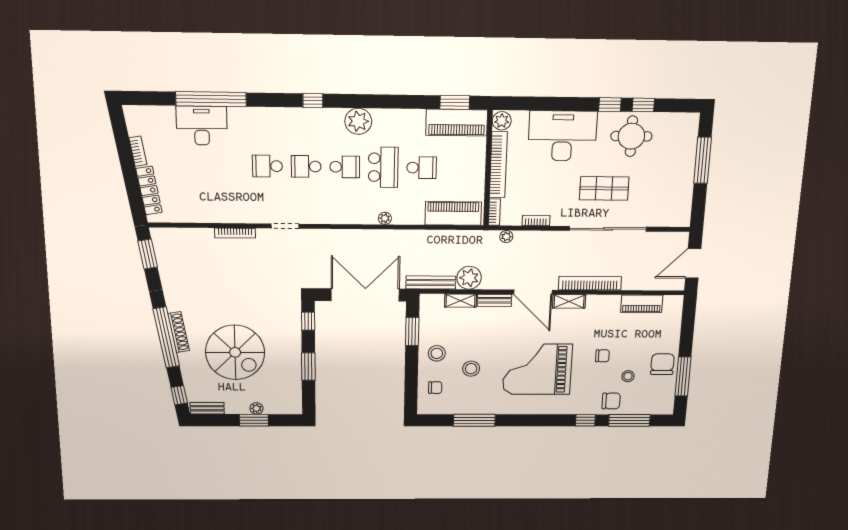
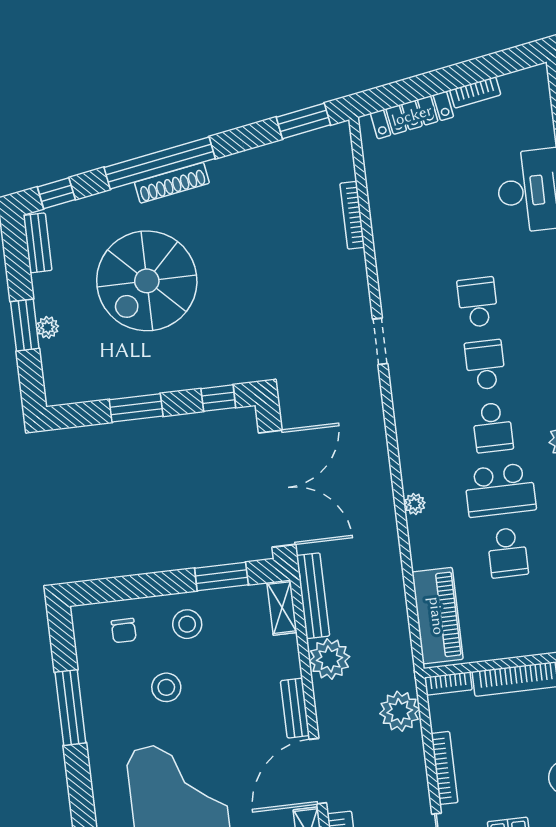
bookcase: (536, 220) -> (445, 768), width x1.56
bookcase: (235, 233) -> (352, 215), moved
plant: (506, 237) -> (400, 711), width x1.88, depth x1.88
shelving: (461, 301) -> (282, 608), moved

